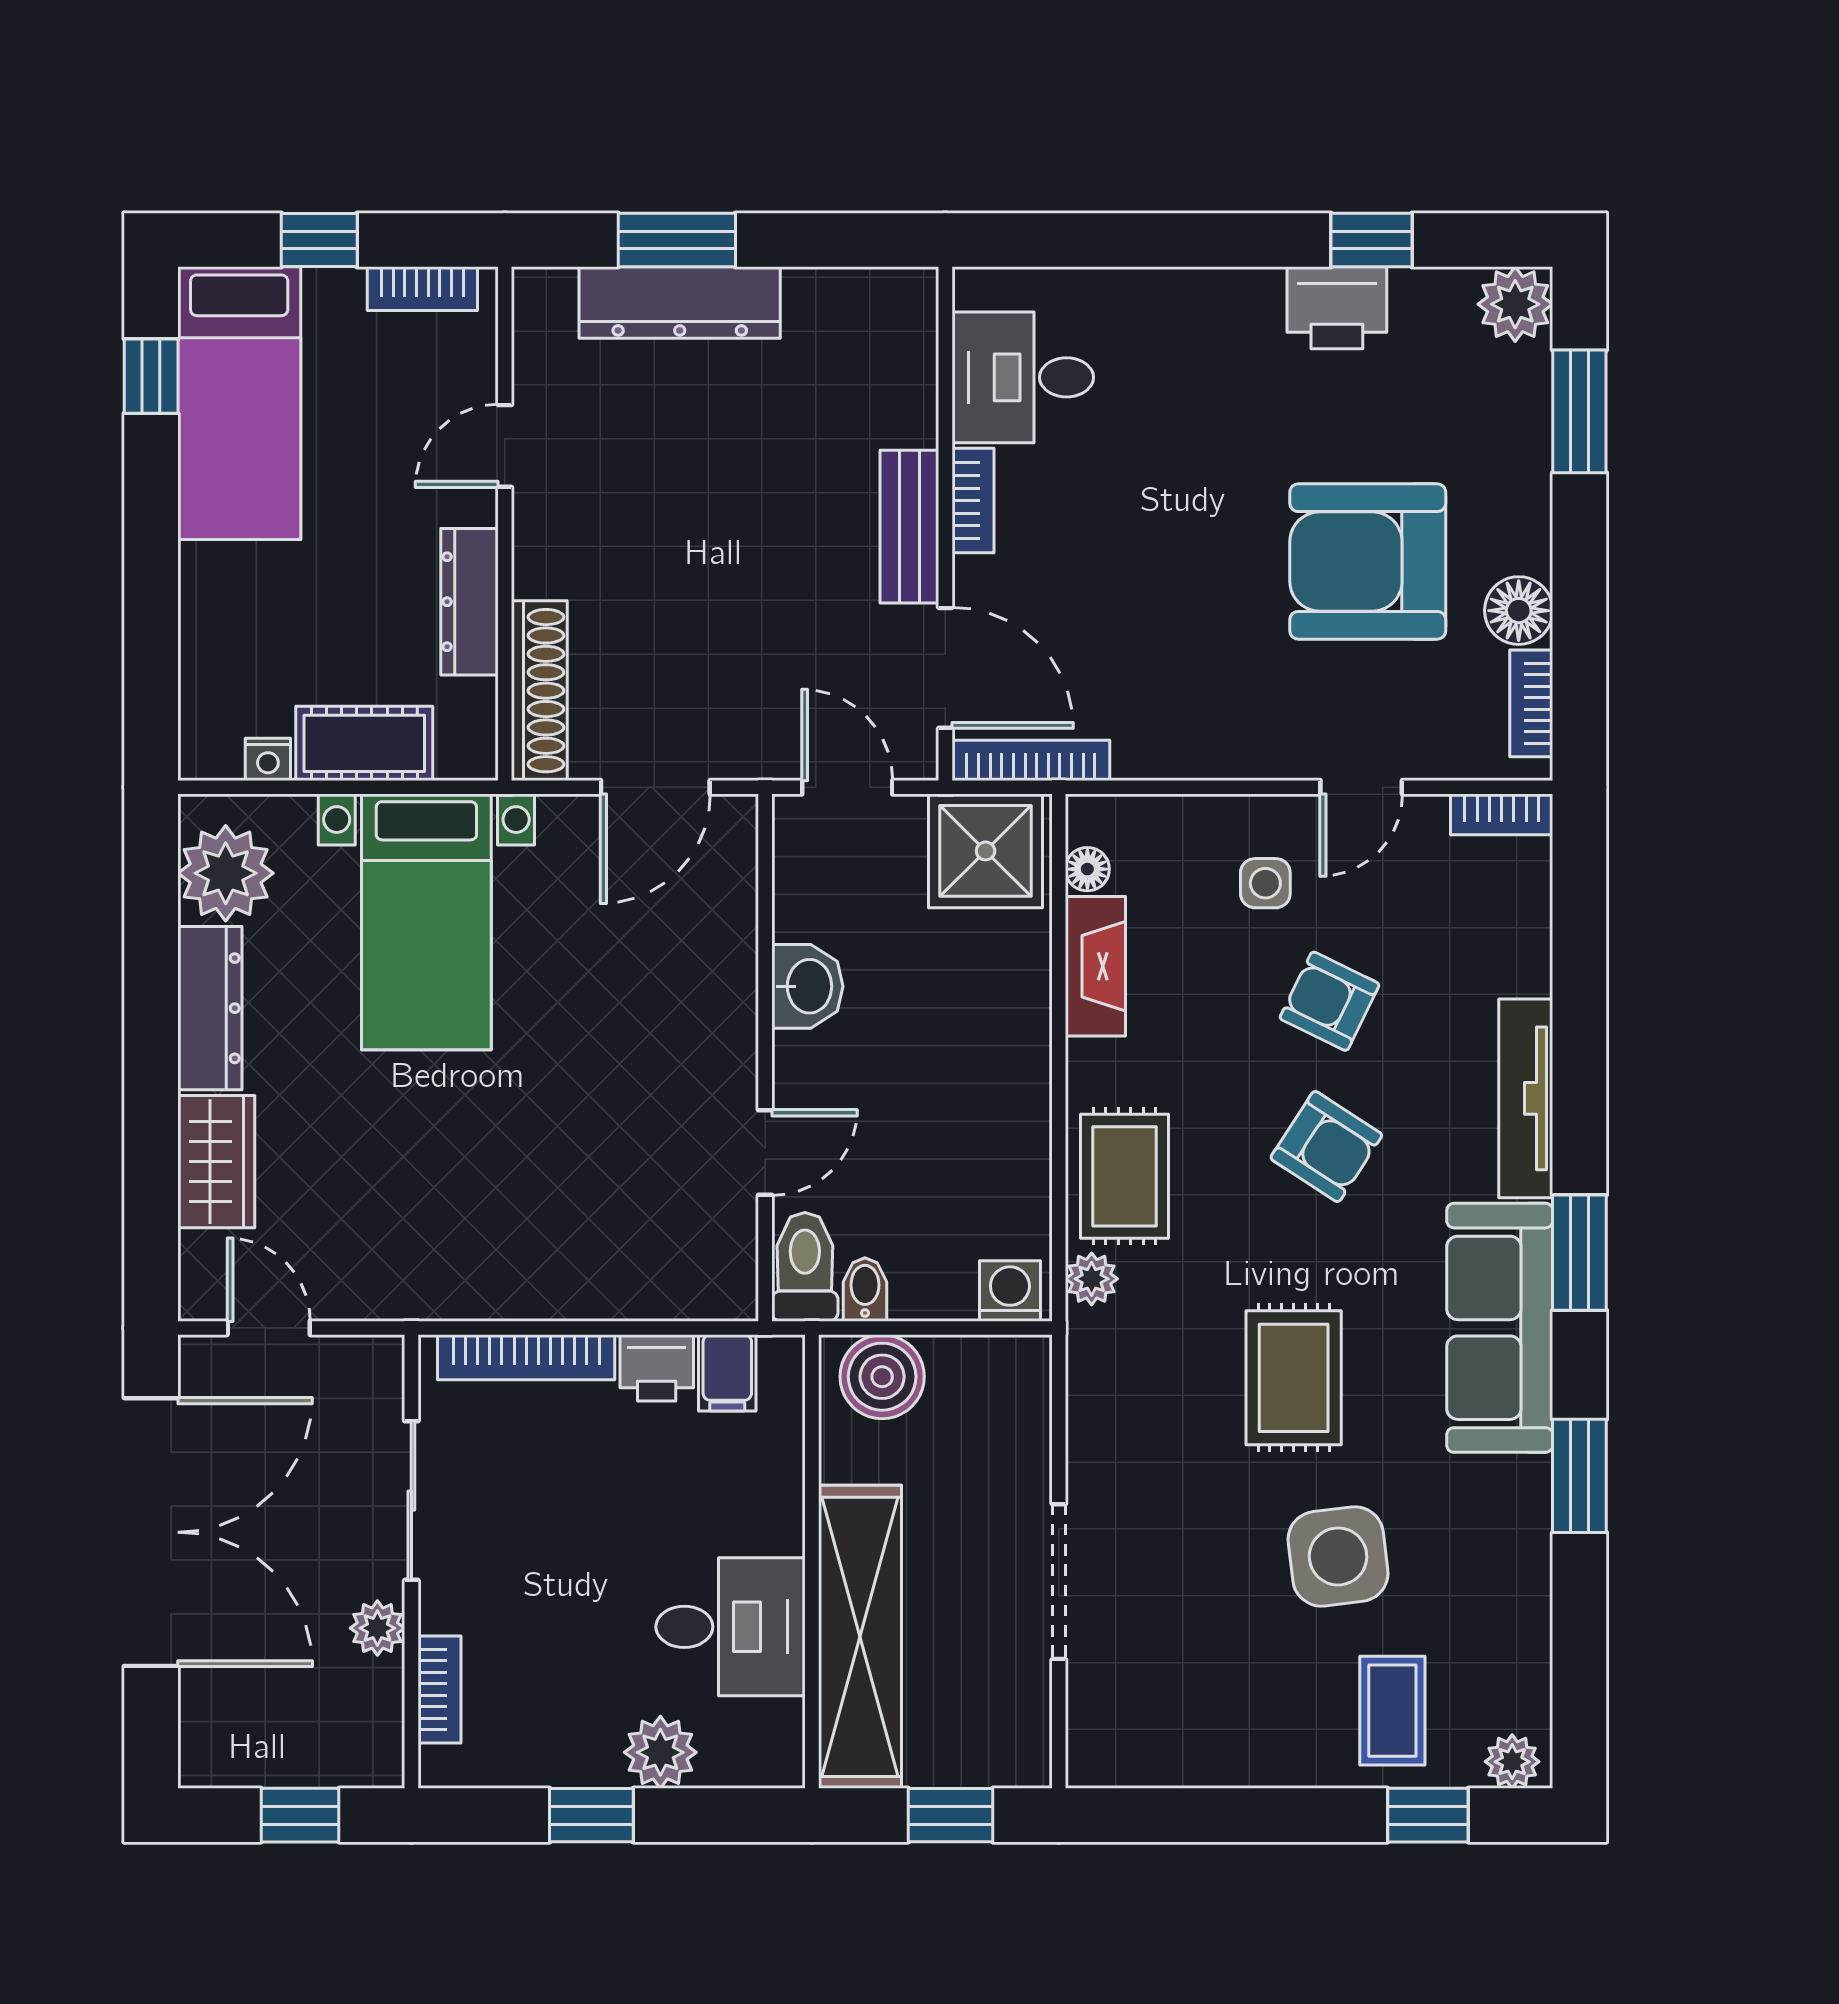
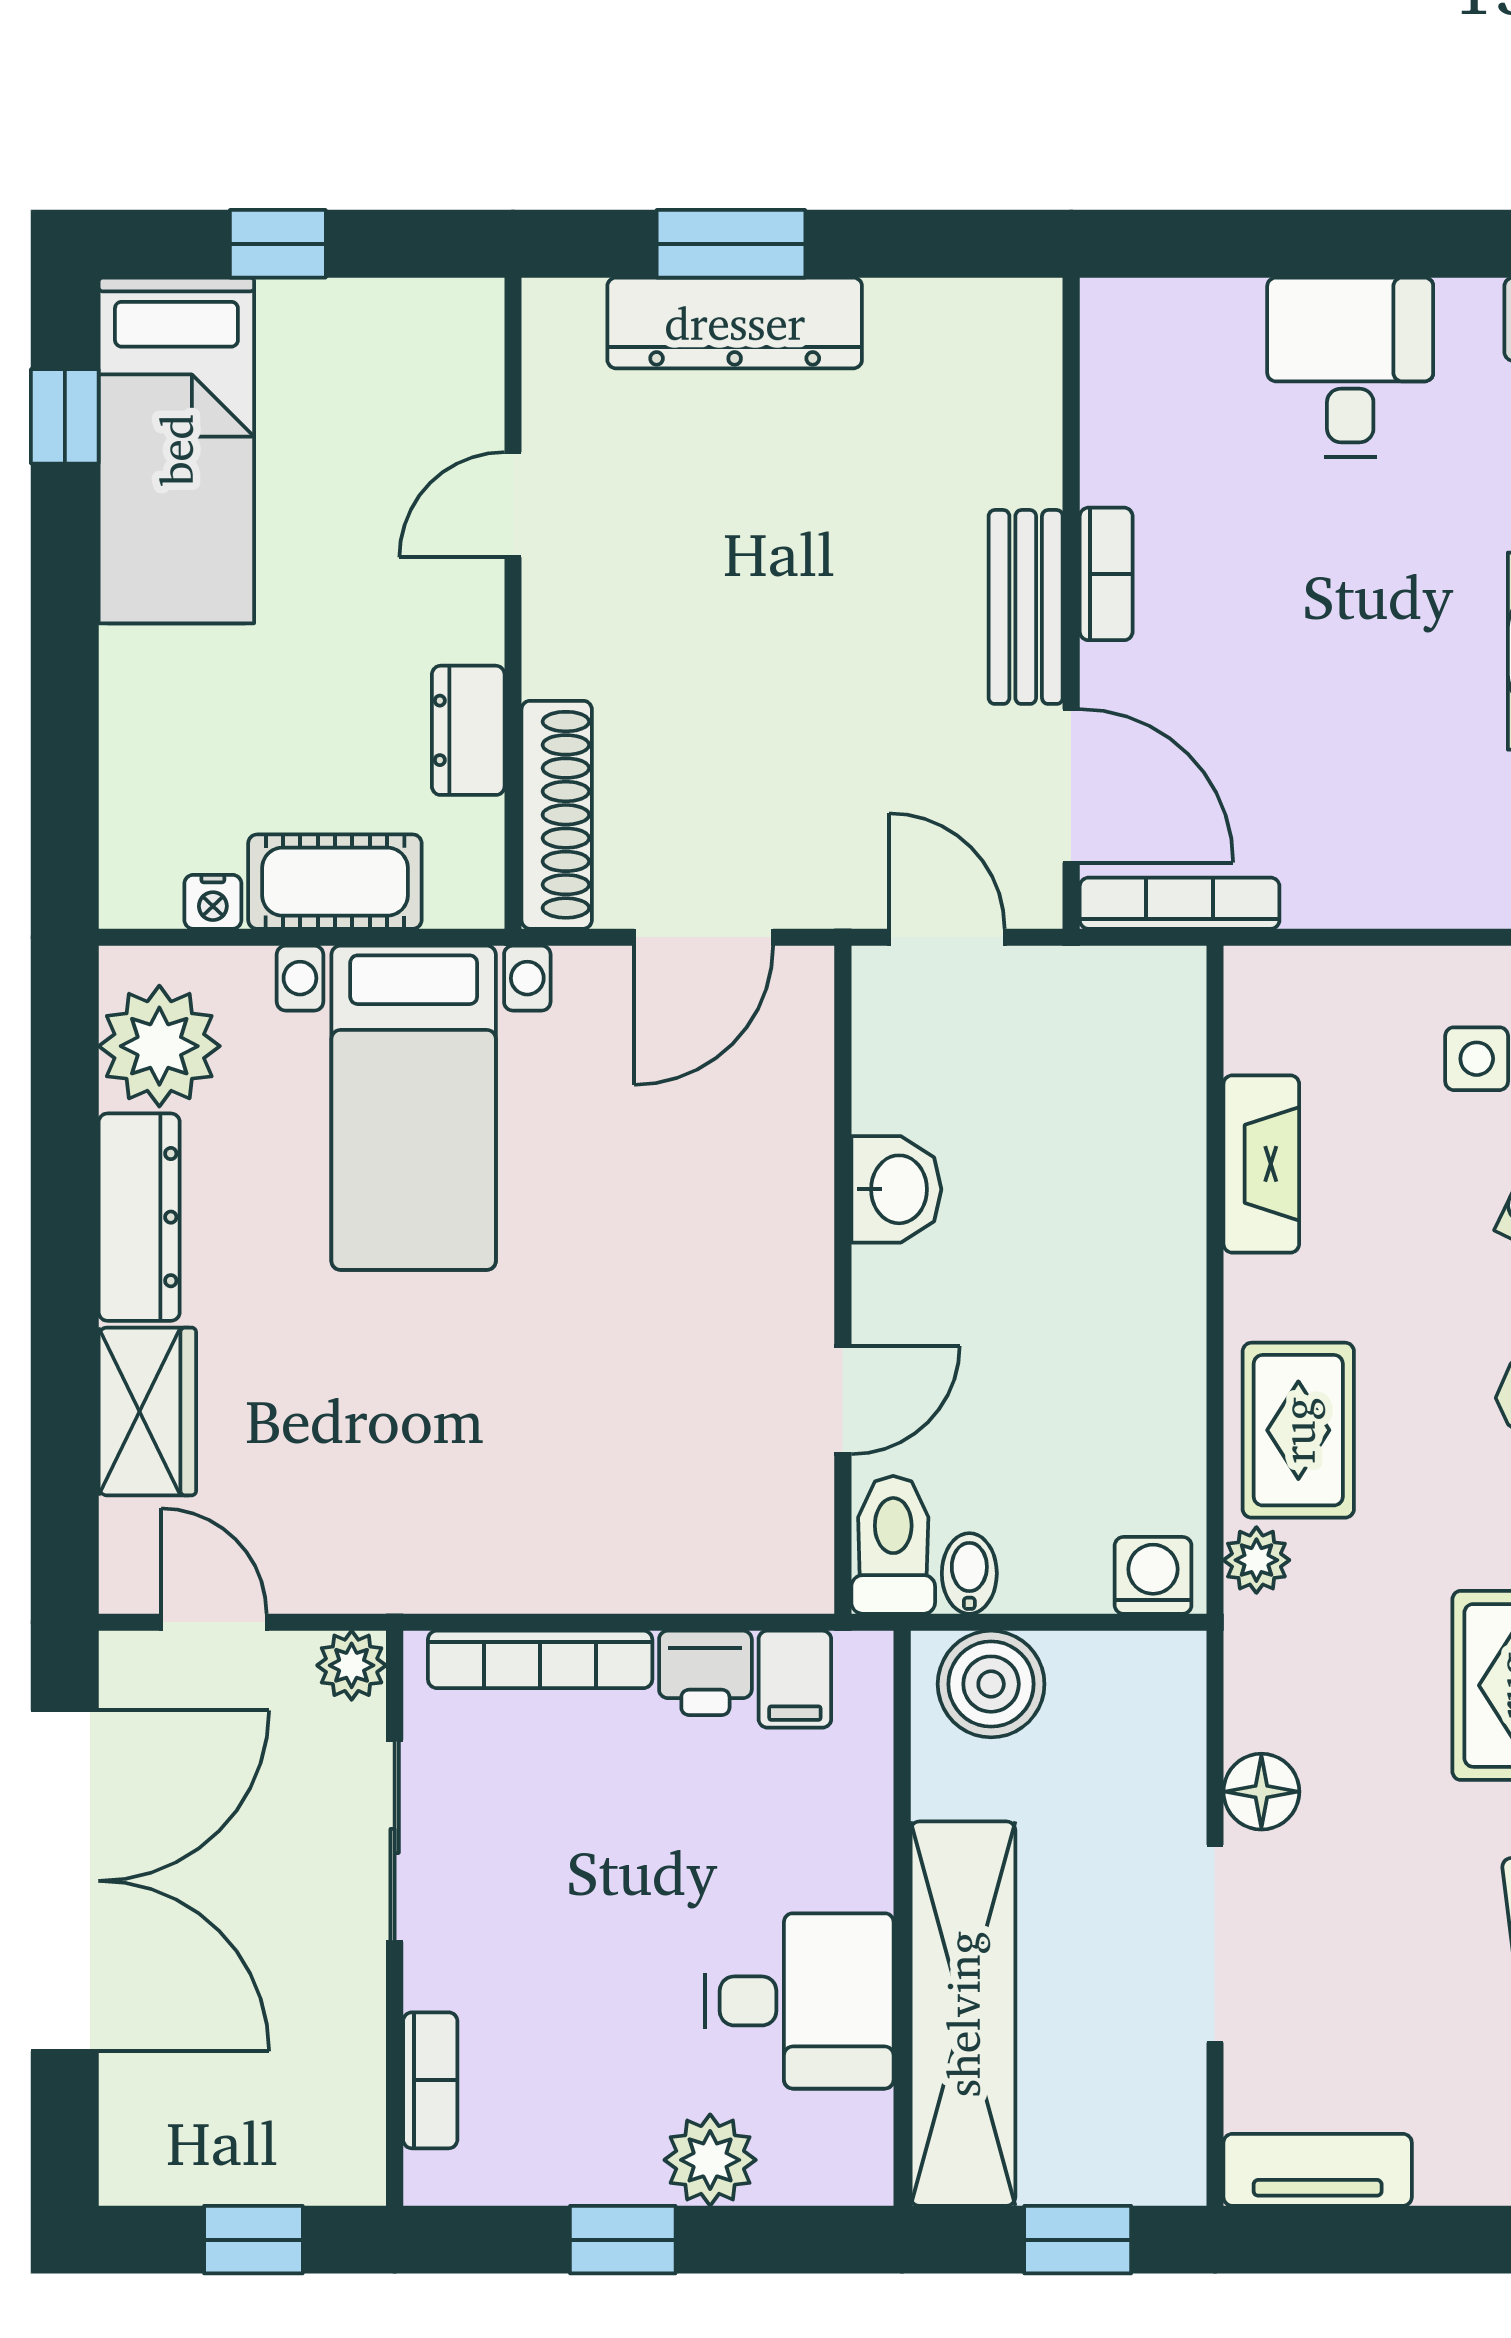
bookcase: (422, 289) -> (409, 305), removed
desk: (1023, 377) -> (1350, 367), moved, turned 90
dresser: (469, 602) -> (468, 730), width x0.70
shower: (986, 851) -> (1122, 1018), removed
floor lamp: (1087, 869) -> (1261, 1792), moved, width x1.37, depth x1.37
plant: (377, 1628) -> (352, 1665), moved
tv unit: (1140, 1760) -> (1318, 2170), added

